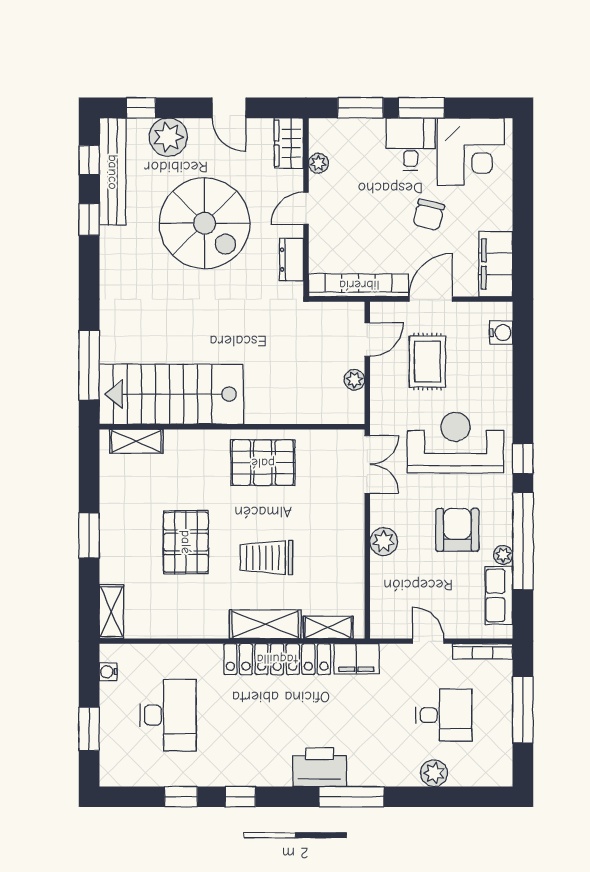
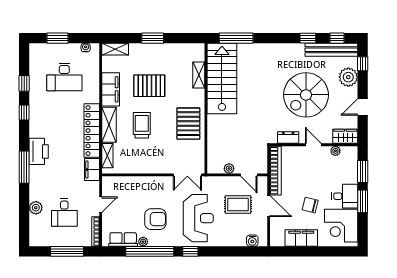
filing cabinet: (496, 264) -> (301, 238), moved
shelving: (136, 441) -> (199, 75), moved
plant: (384, 542) -> (150, 183), removed
filing cabinet: (193, 621) -> (111, 89), added

